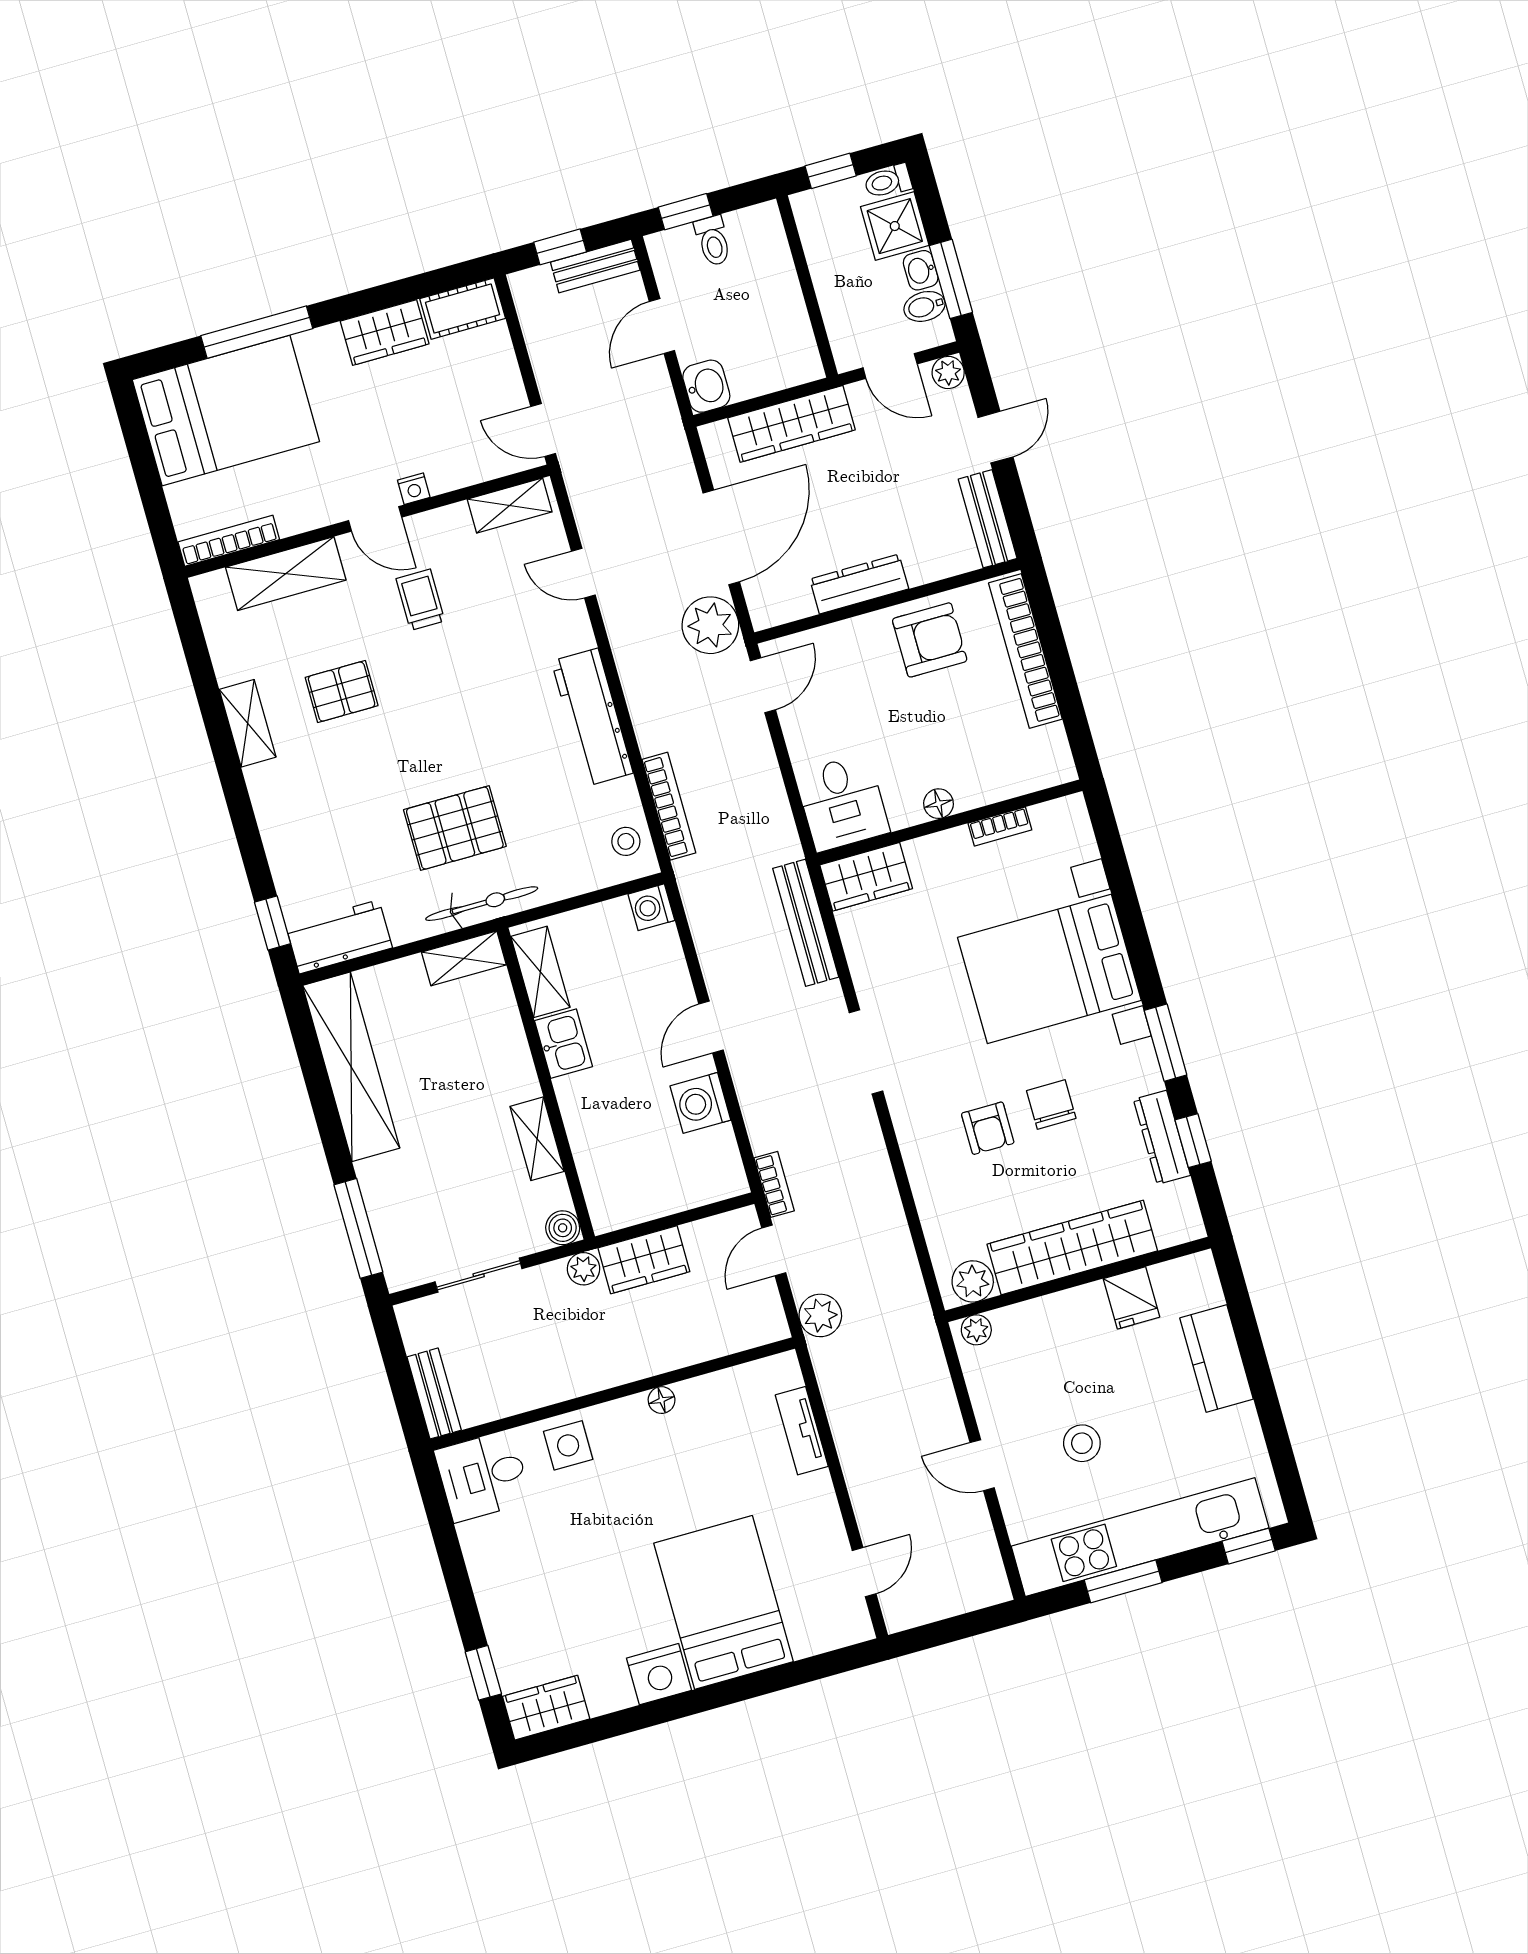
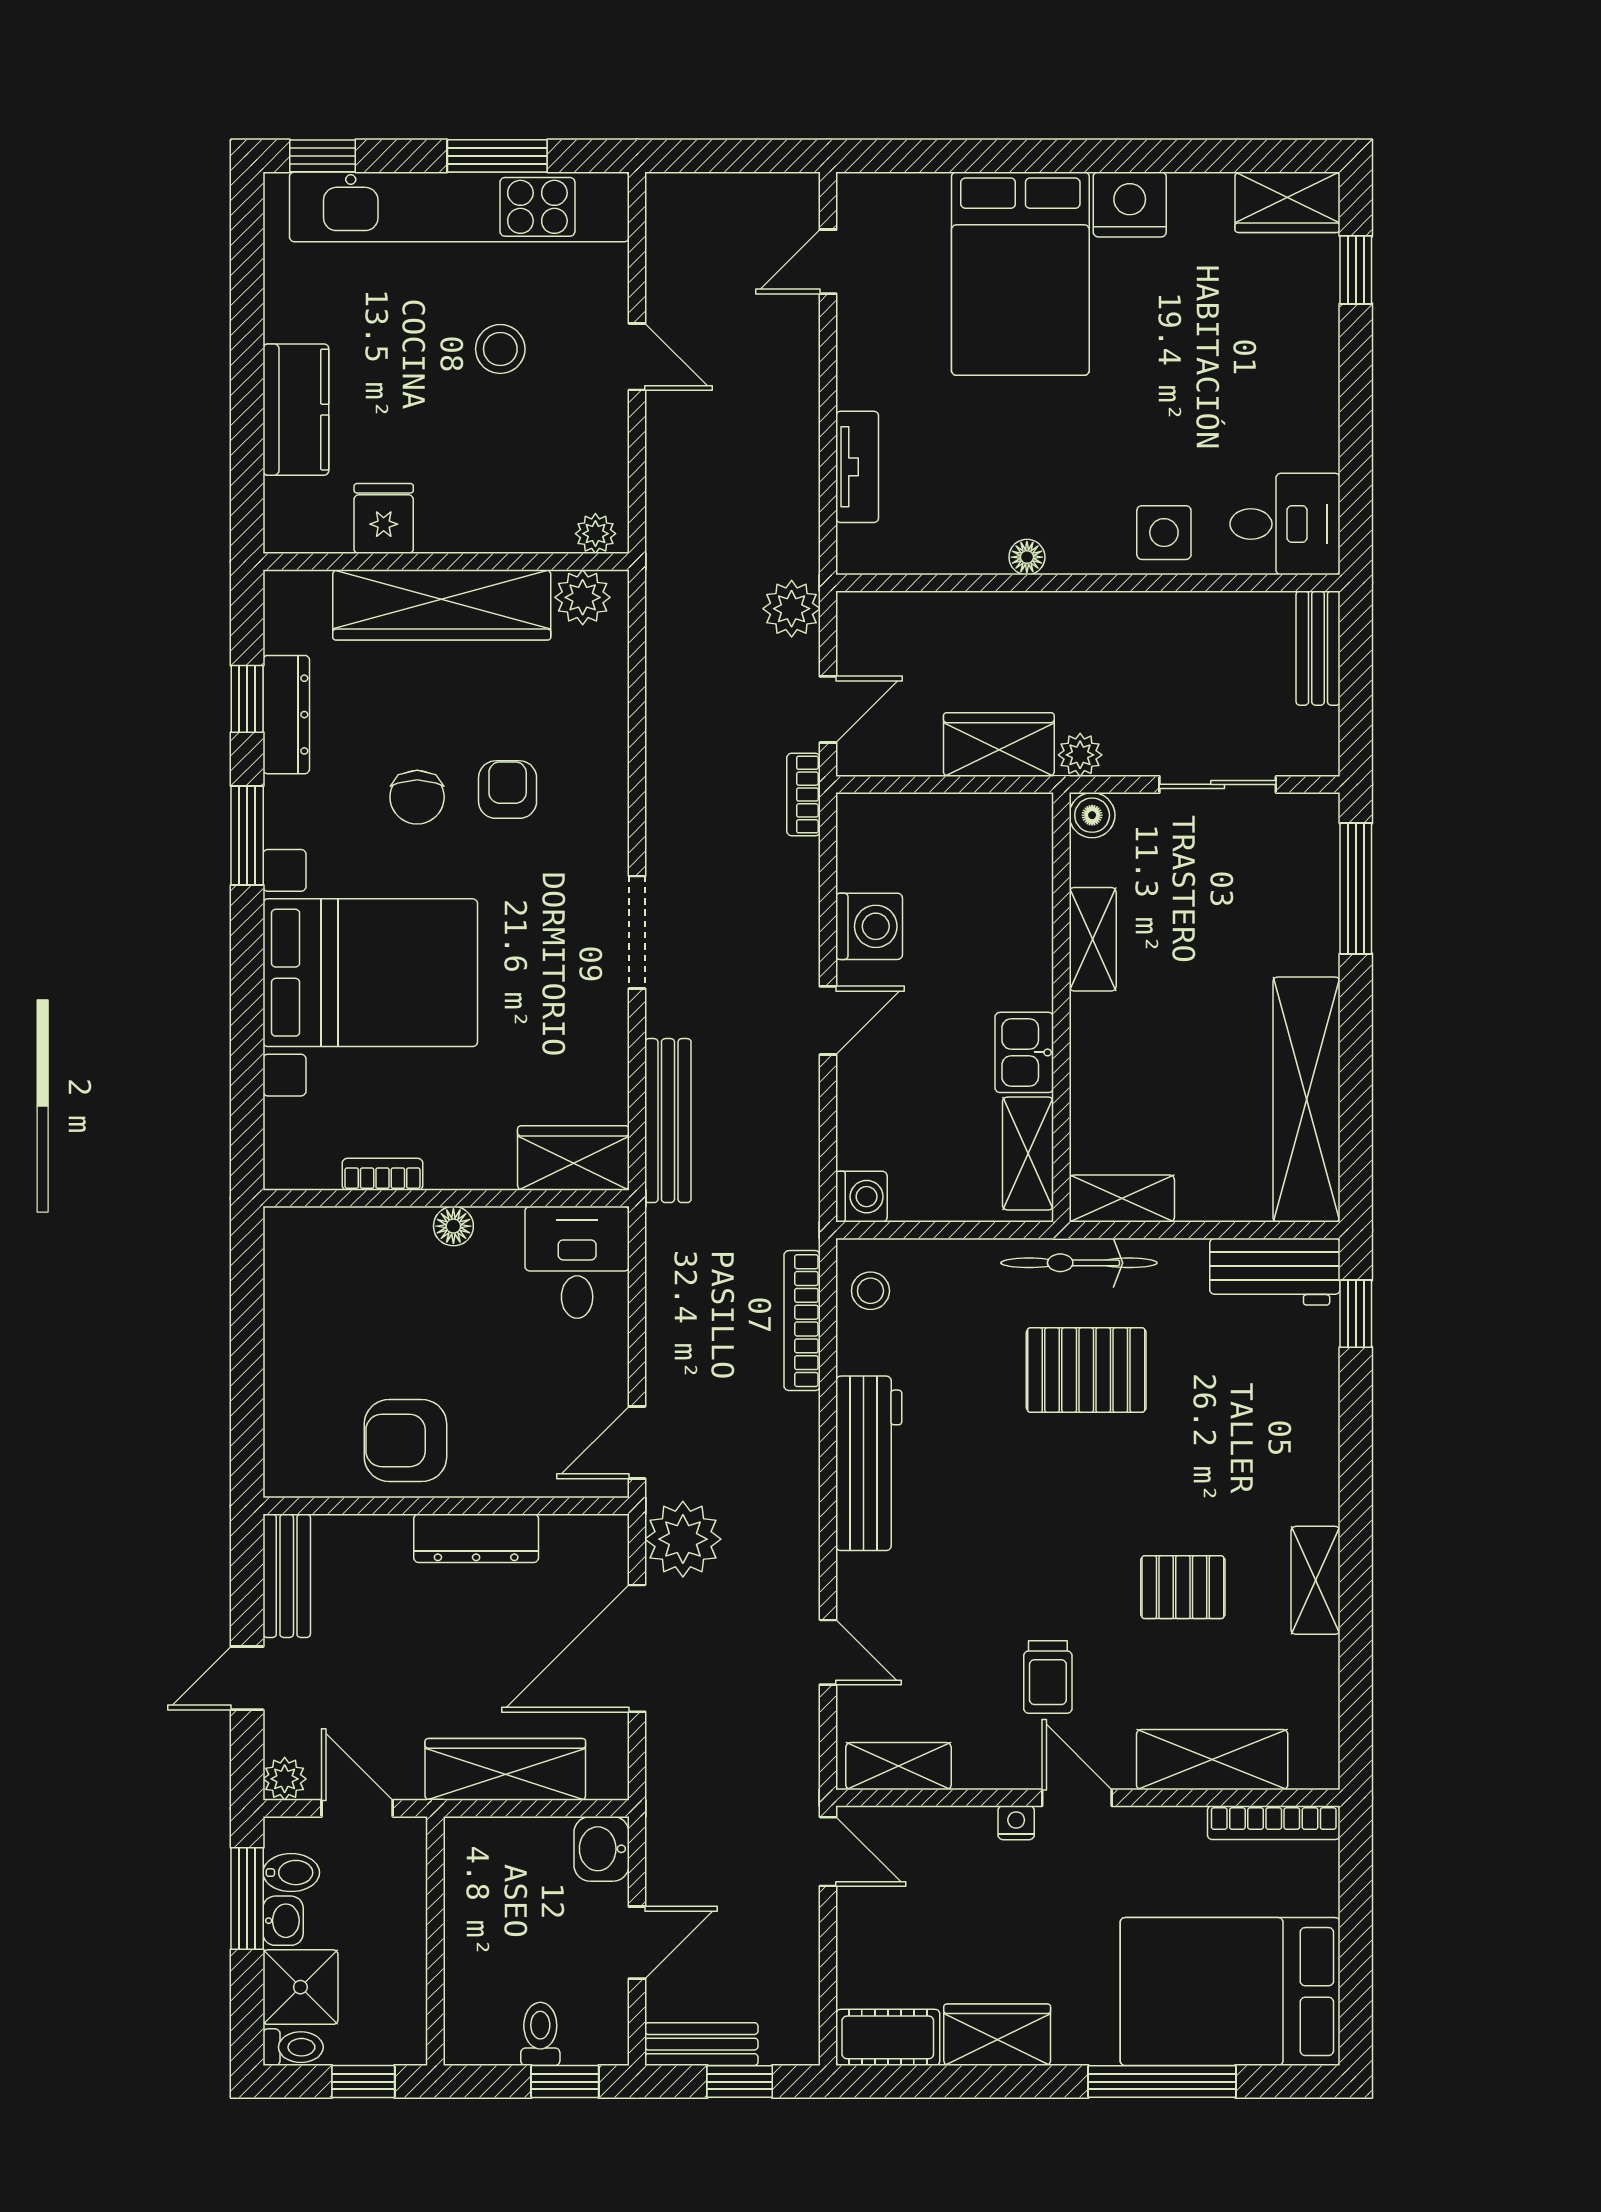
bookcase: (1025, 651) -> (286, 1392), removed

